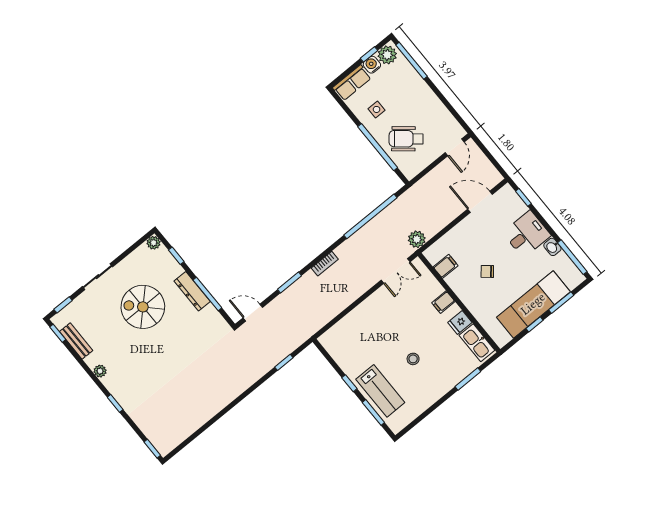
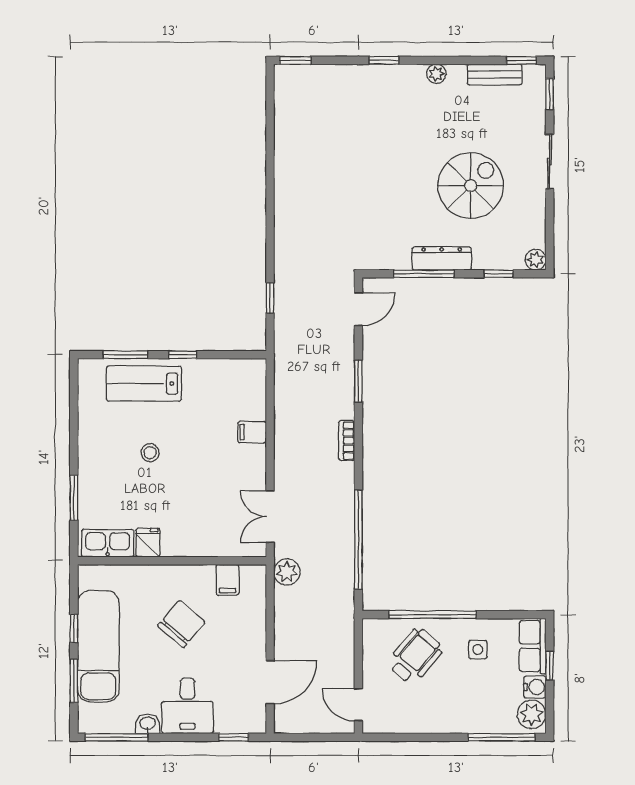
window: (369, 54) -> (550, 666), moved
chair: (487, 271) -> (181, 624), width x1.87, depth x1.87
filing cabinet: (443, 302) -> (252, 432), moved, turned -90

